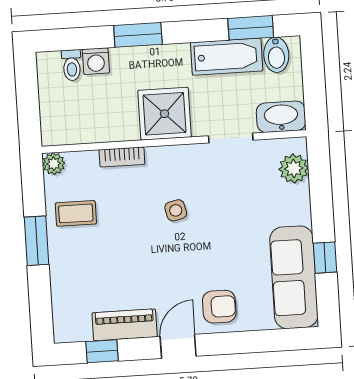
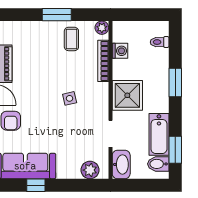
washing machine: (96, 61) -> (120, 51), moved, turned 180
bookcase: (122, 157) -> (103, 61), width x1.56

